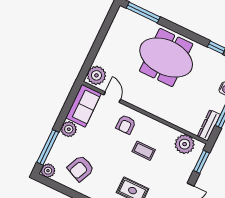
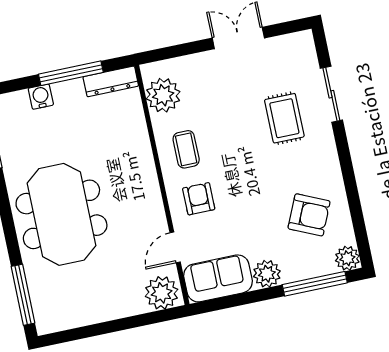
armchair: (126, 124) -> (199, 199), turned -90
coffee table: (144, 151) -> (186, 149), moved
window: (202, 162) -> (170, 52), removed

